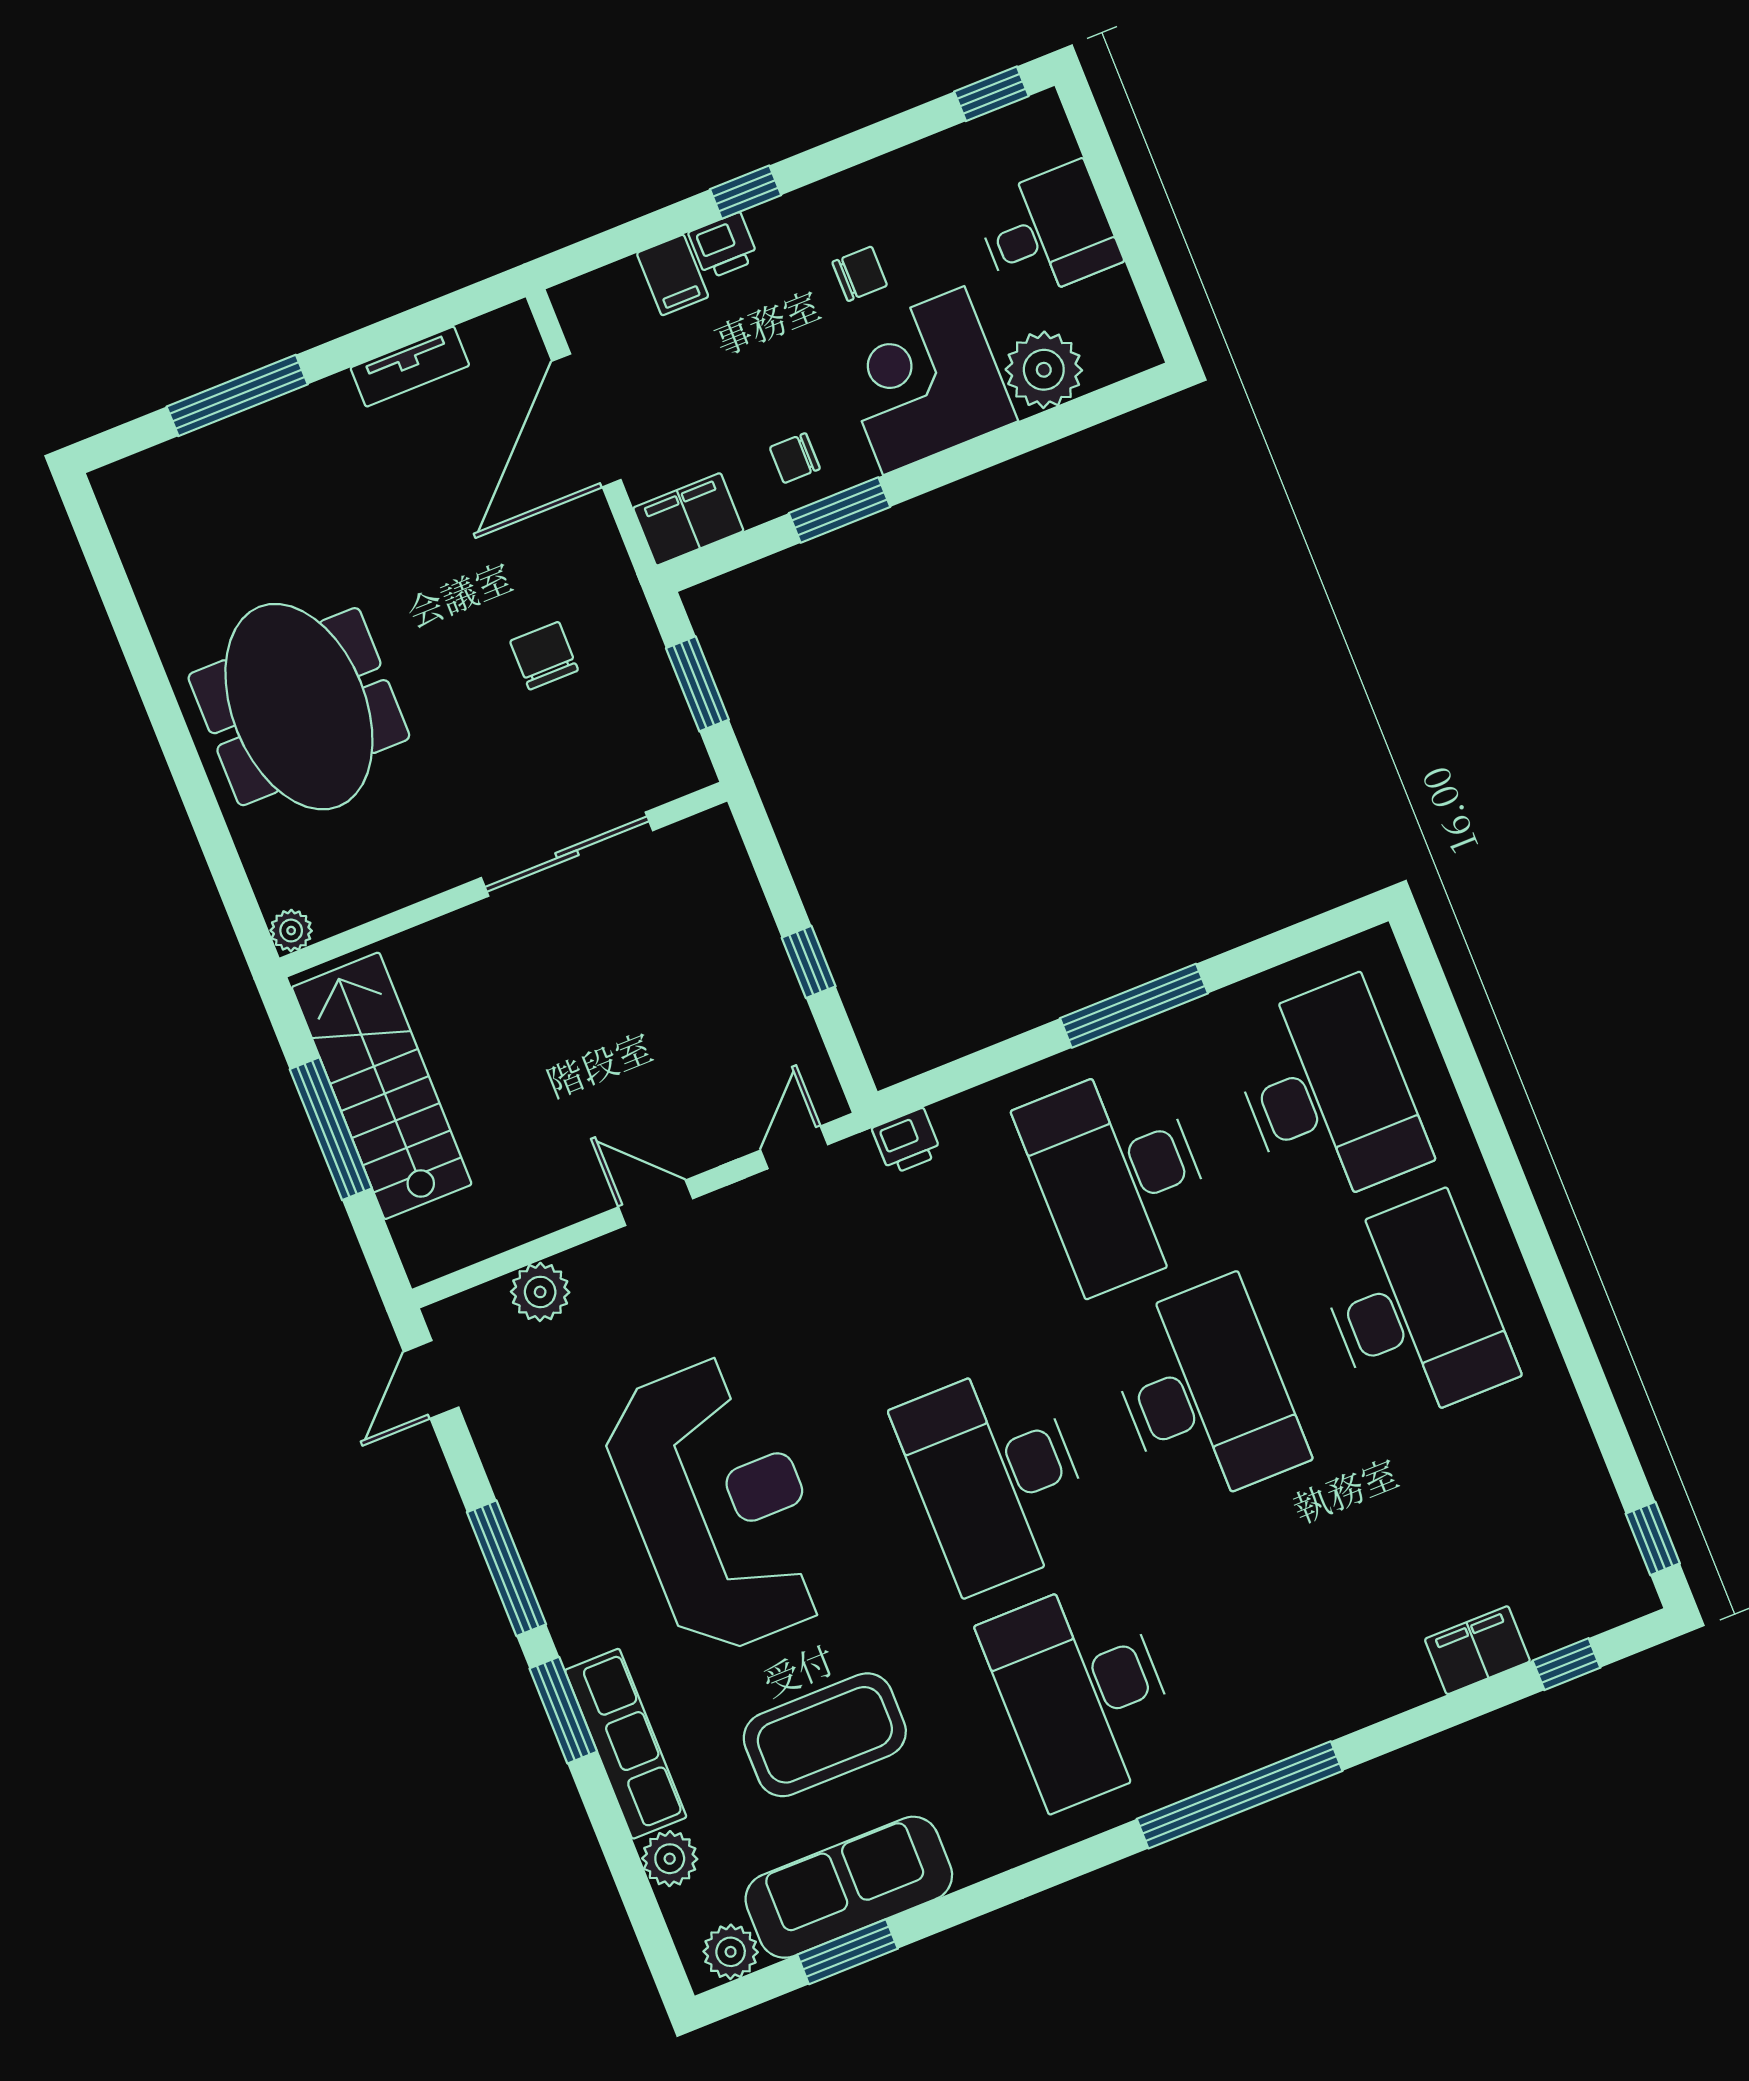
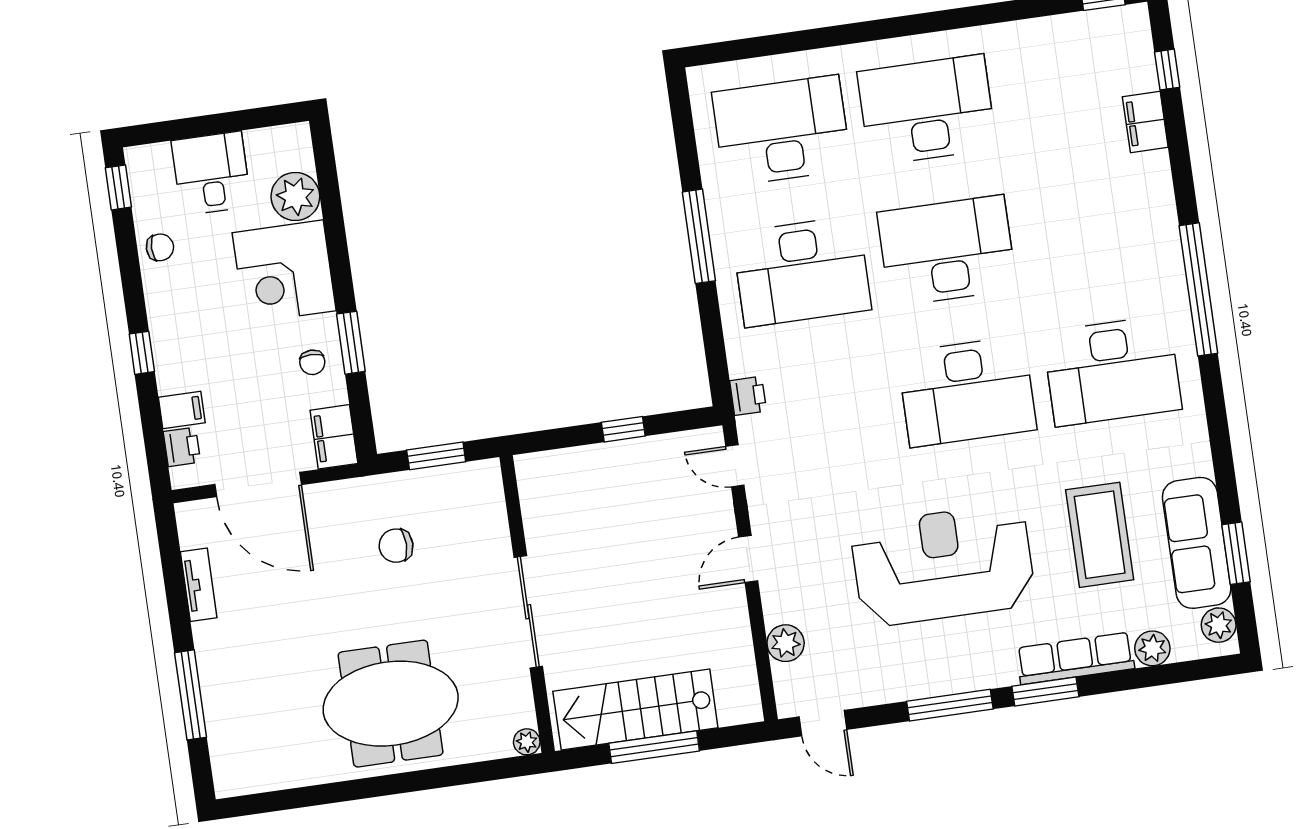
printer: (723, 246) -> (182, 447), moved
chair: (860, 274) -> (160, 247), moved, turned 90
sliding door: (567, 854) -> (528, 612), moved

